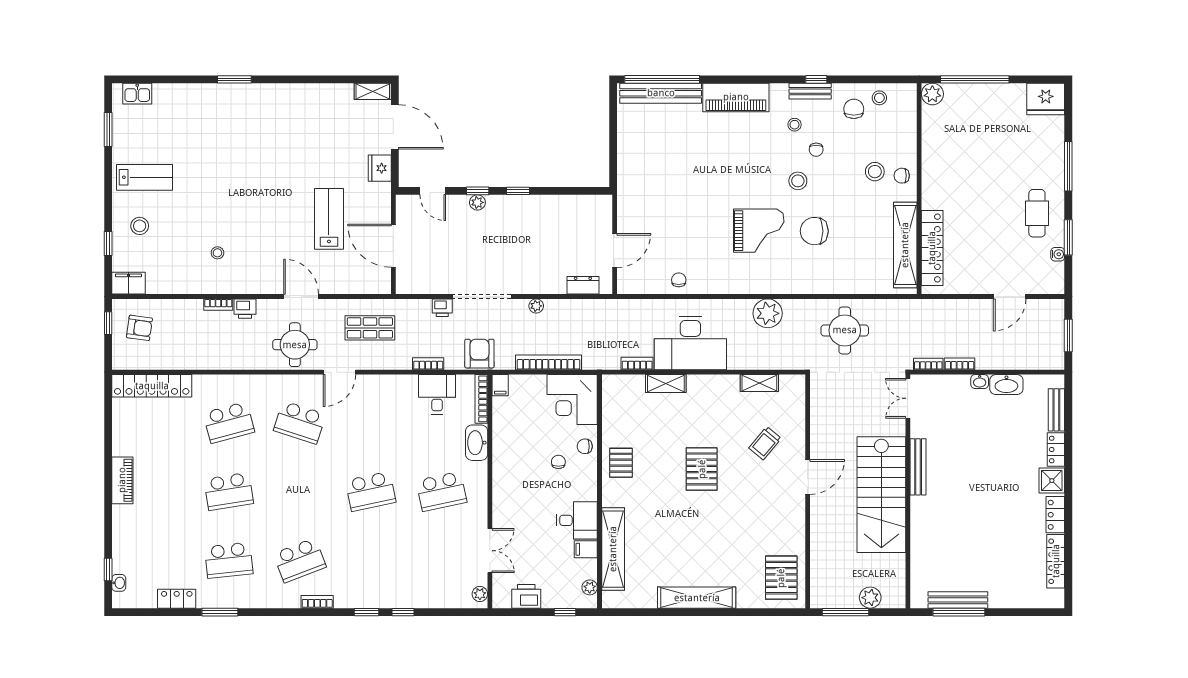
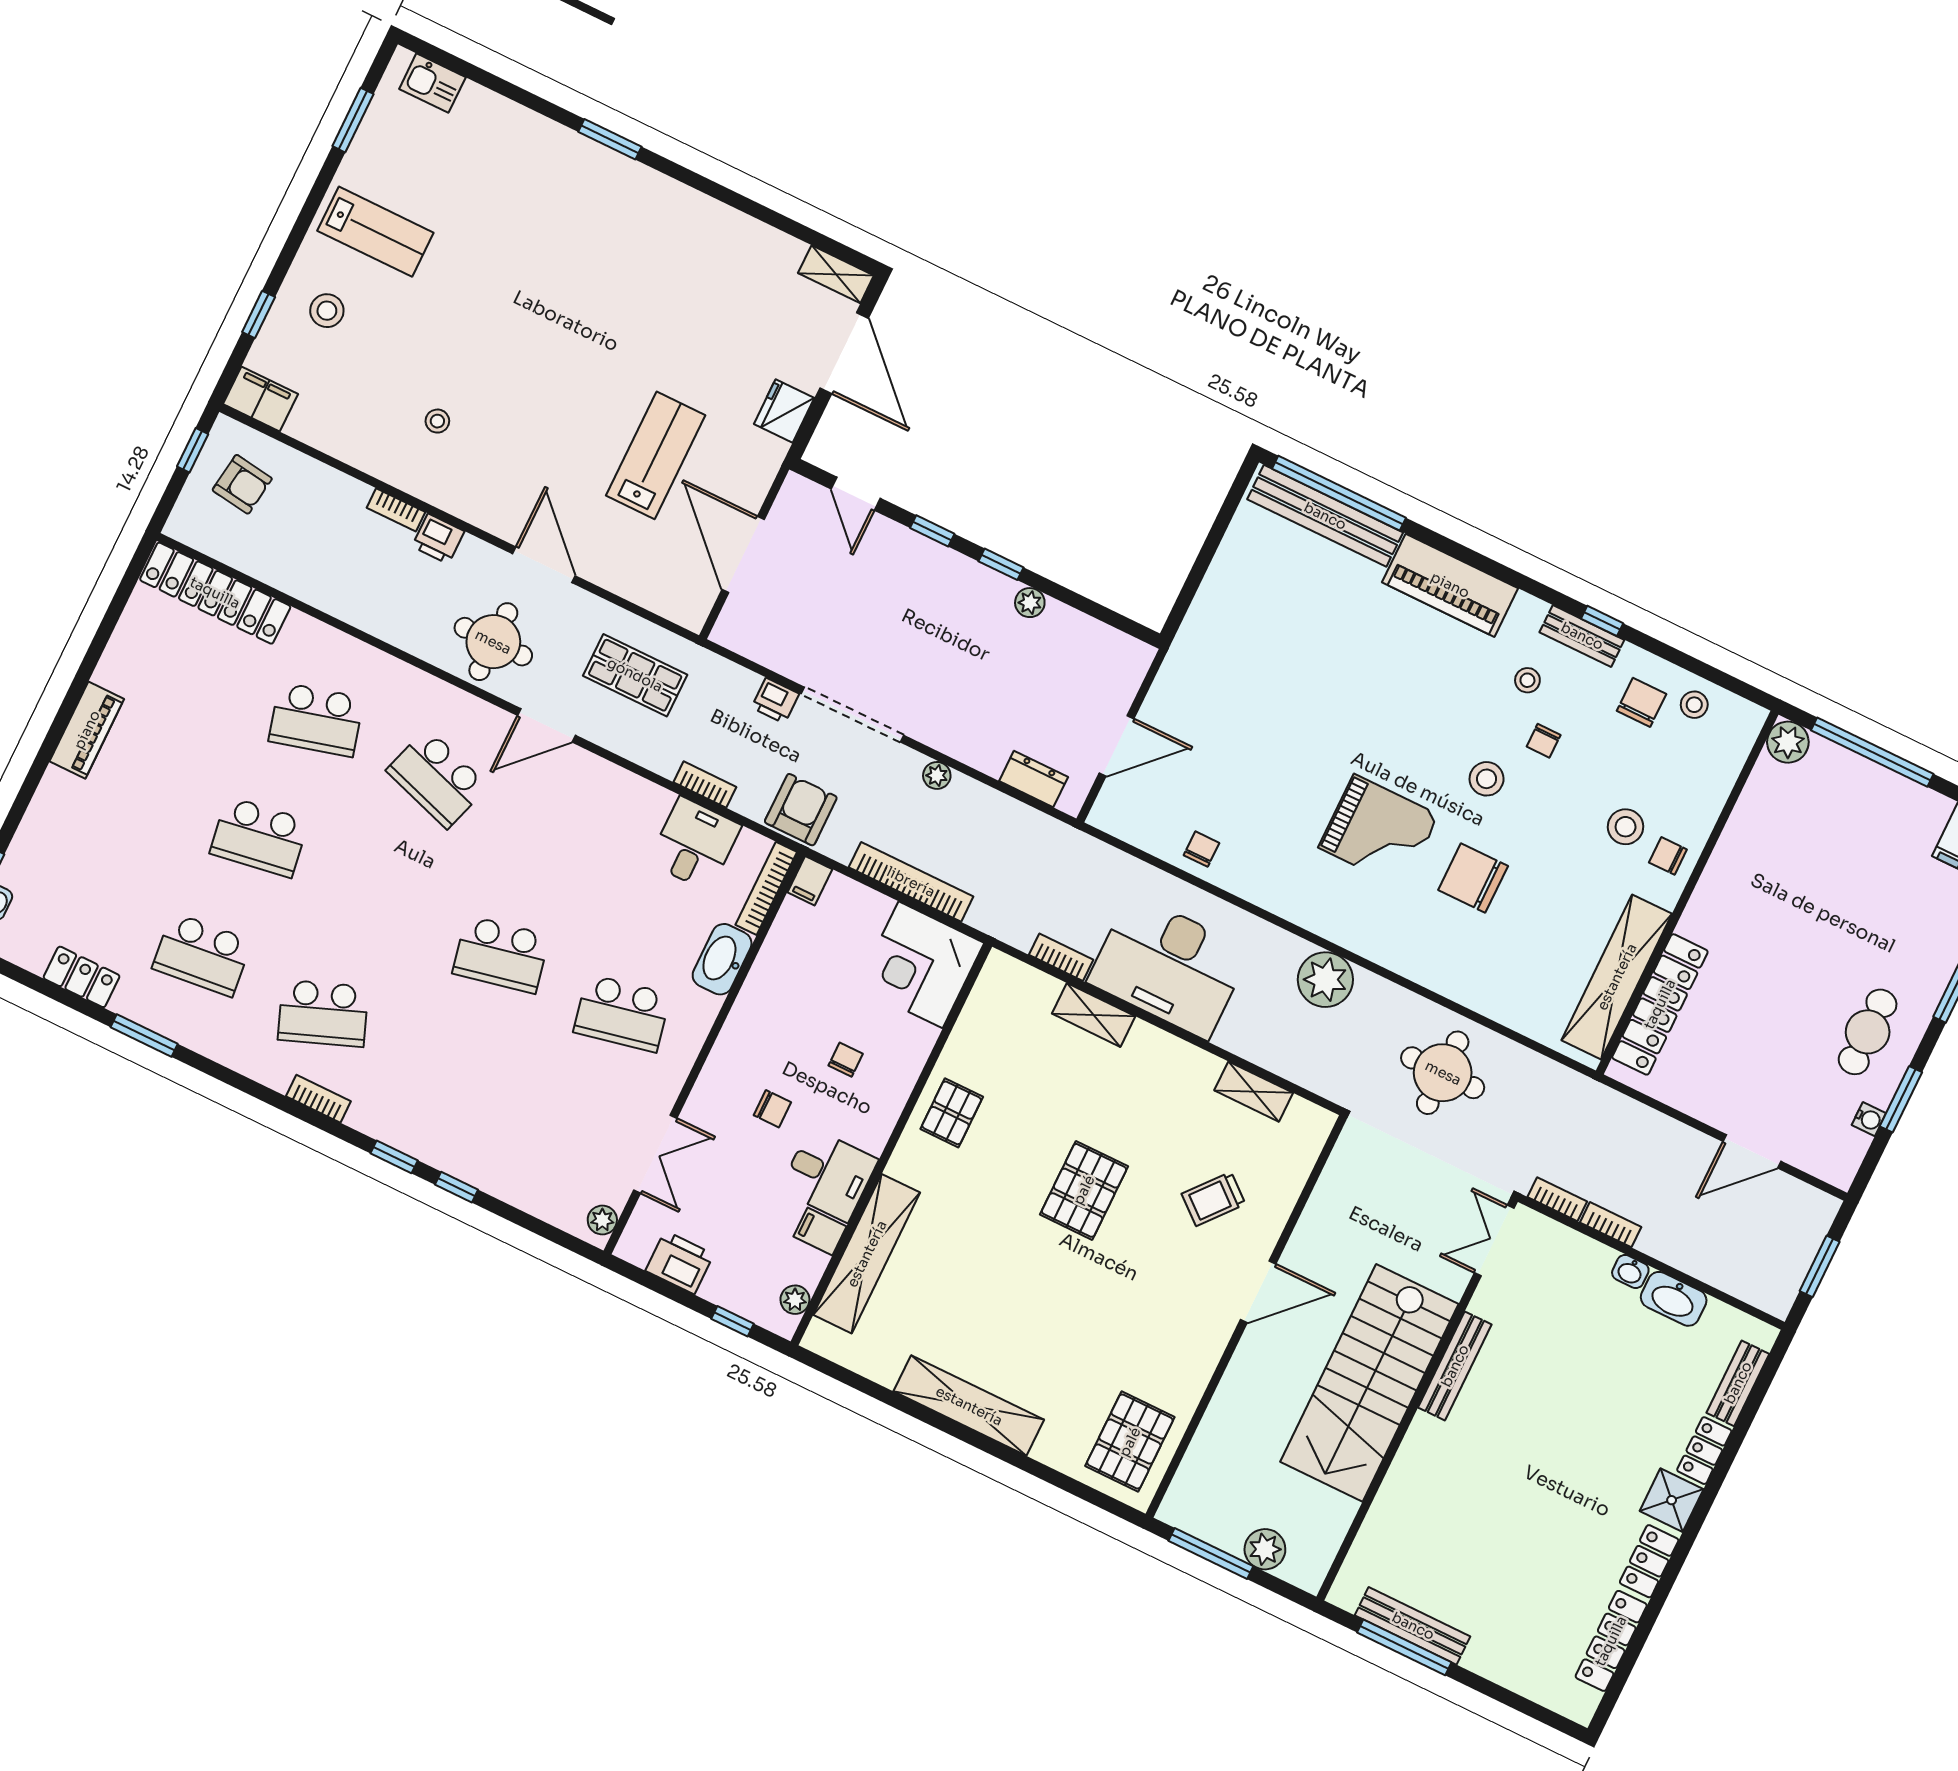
plant: (477, 202) -> (1030, 603), moved
chair: (585, 446) -> (772, 1109), moved, turned 180

